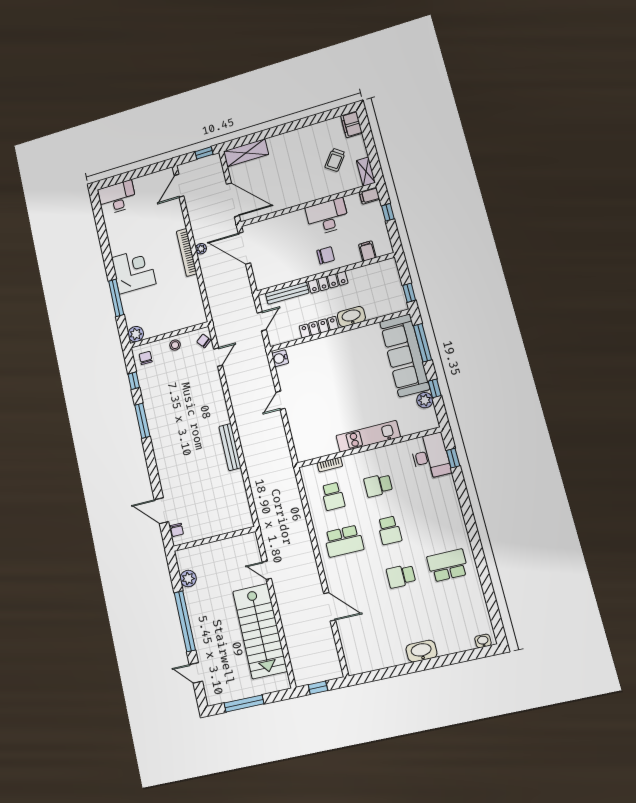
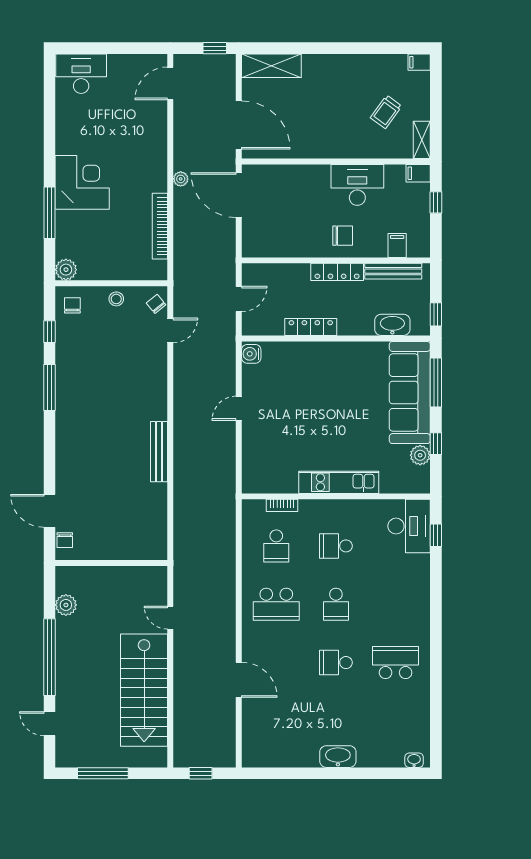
filing cabinet: (351, 124) -> (419, 62), width x0.50
bookcase: (187, 252) -> (160, 226), moved
bench: (287, 293) -> (393, 271), moved
washbasin: (351, 317) -> (392, 325), moved

